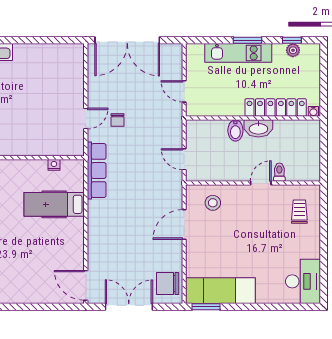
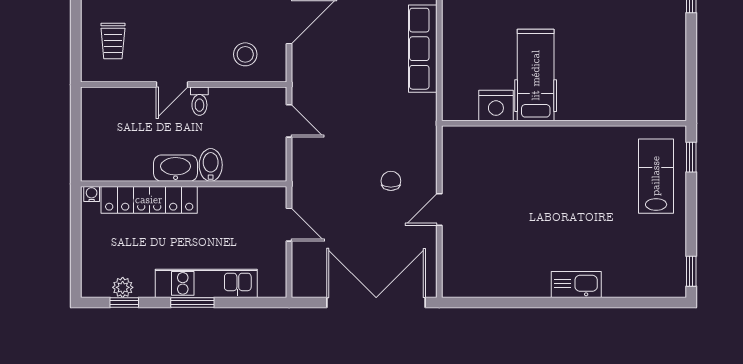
door: (86, 118) -> (439, 209), moved
nightstand: (54, 165) -> (496, 106), width x1.89, depth x1.79
row of seats: (97, 171) -> (423, 49), moved
toilet: (279, 172) -> (199, 101), moved
hospital bed: (54, 204) -> (536, 75), moved, turned -90

